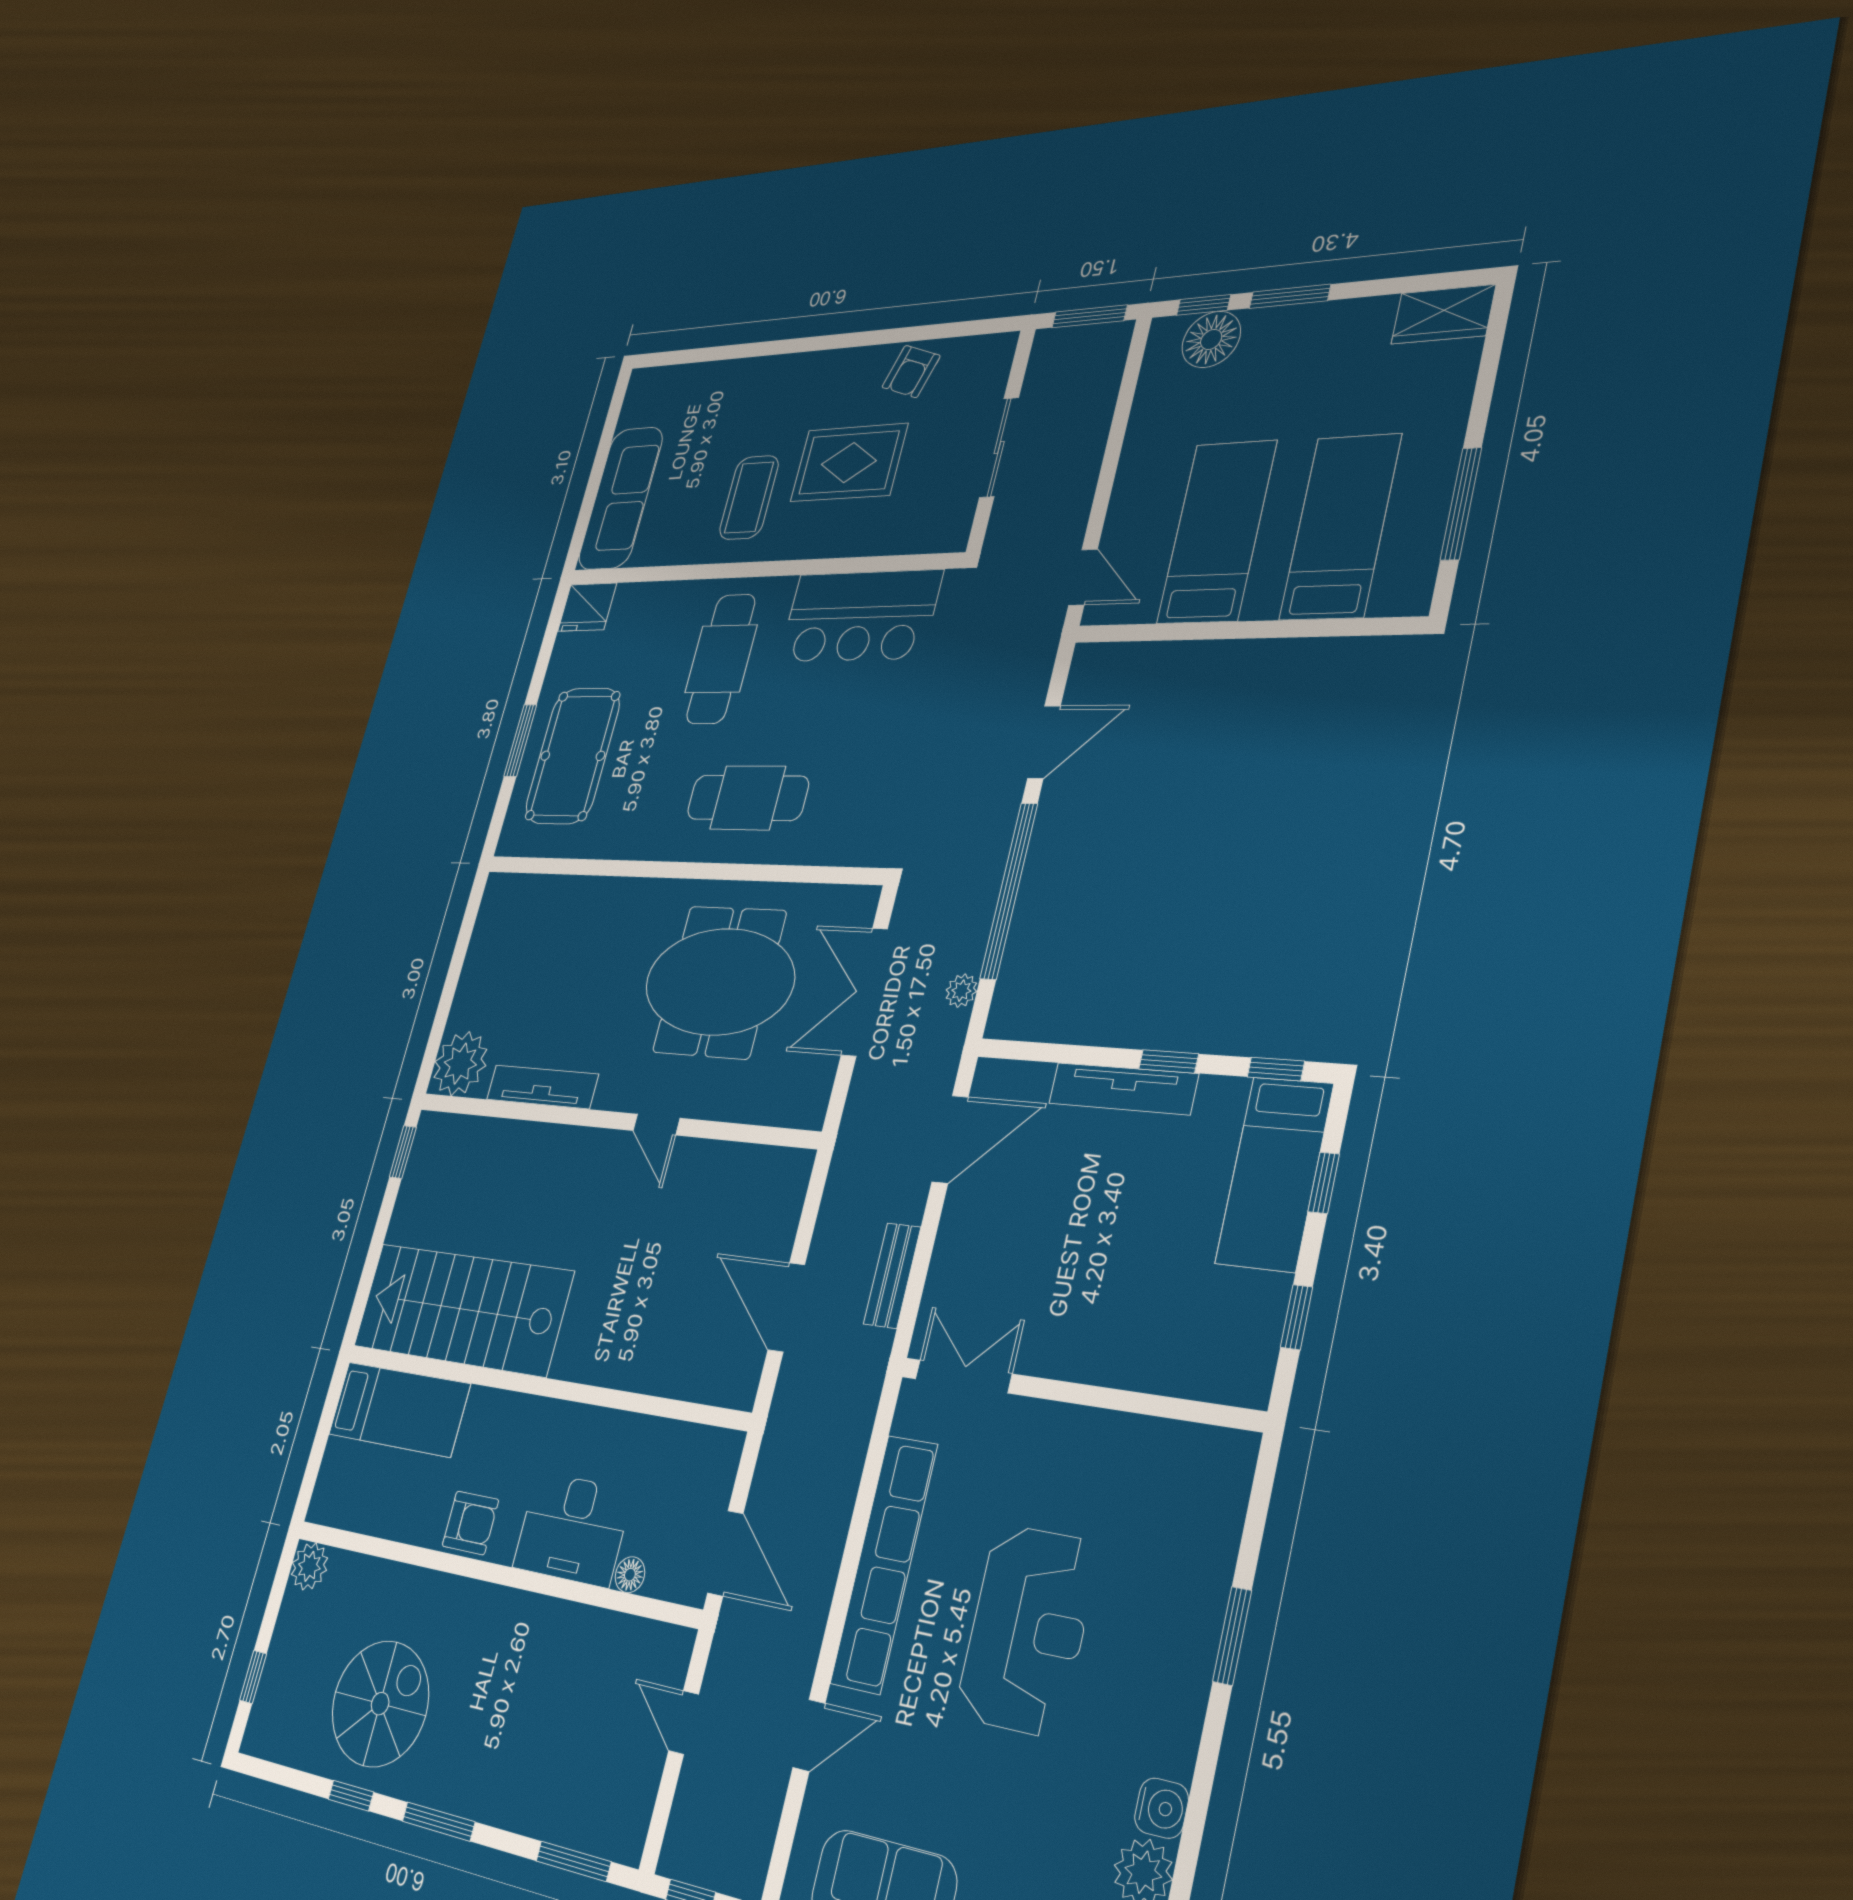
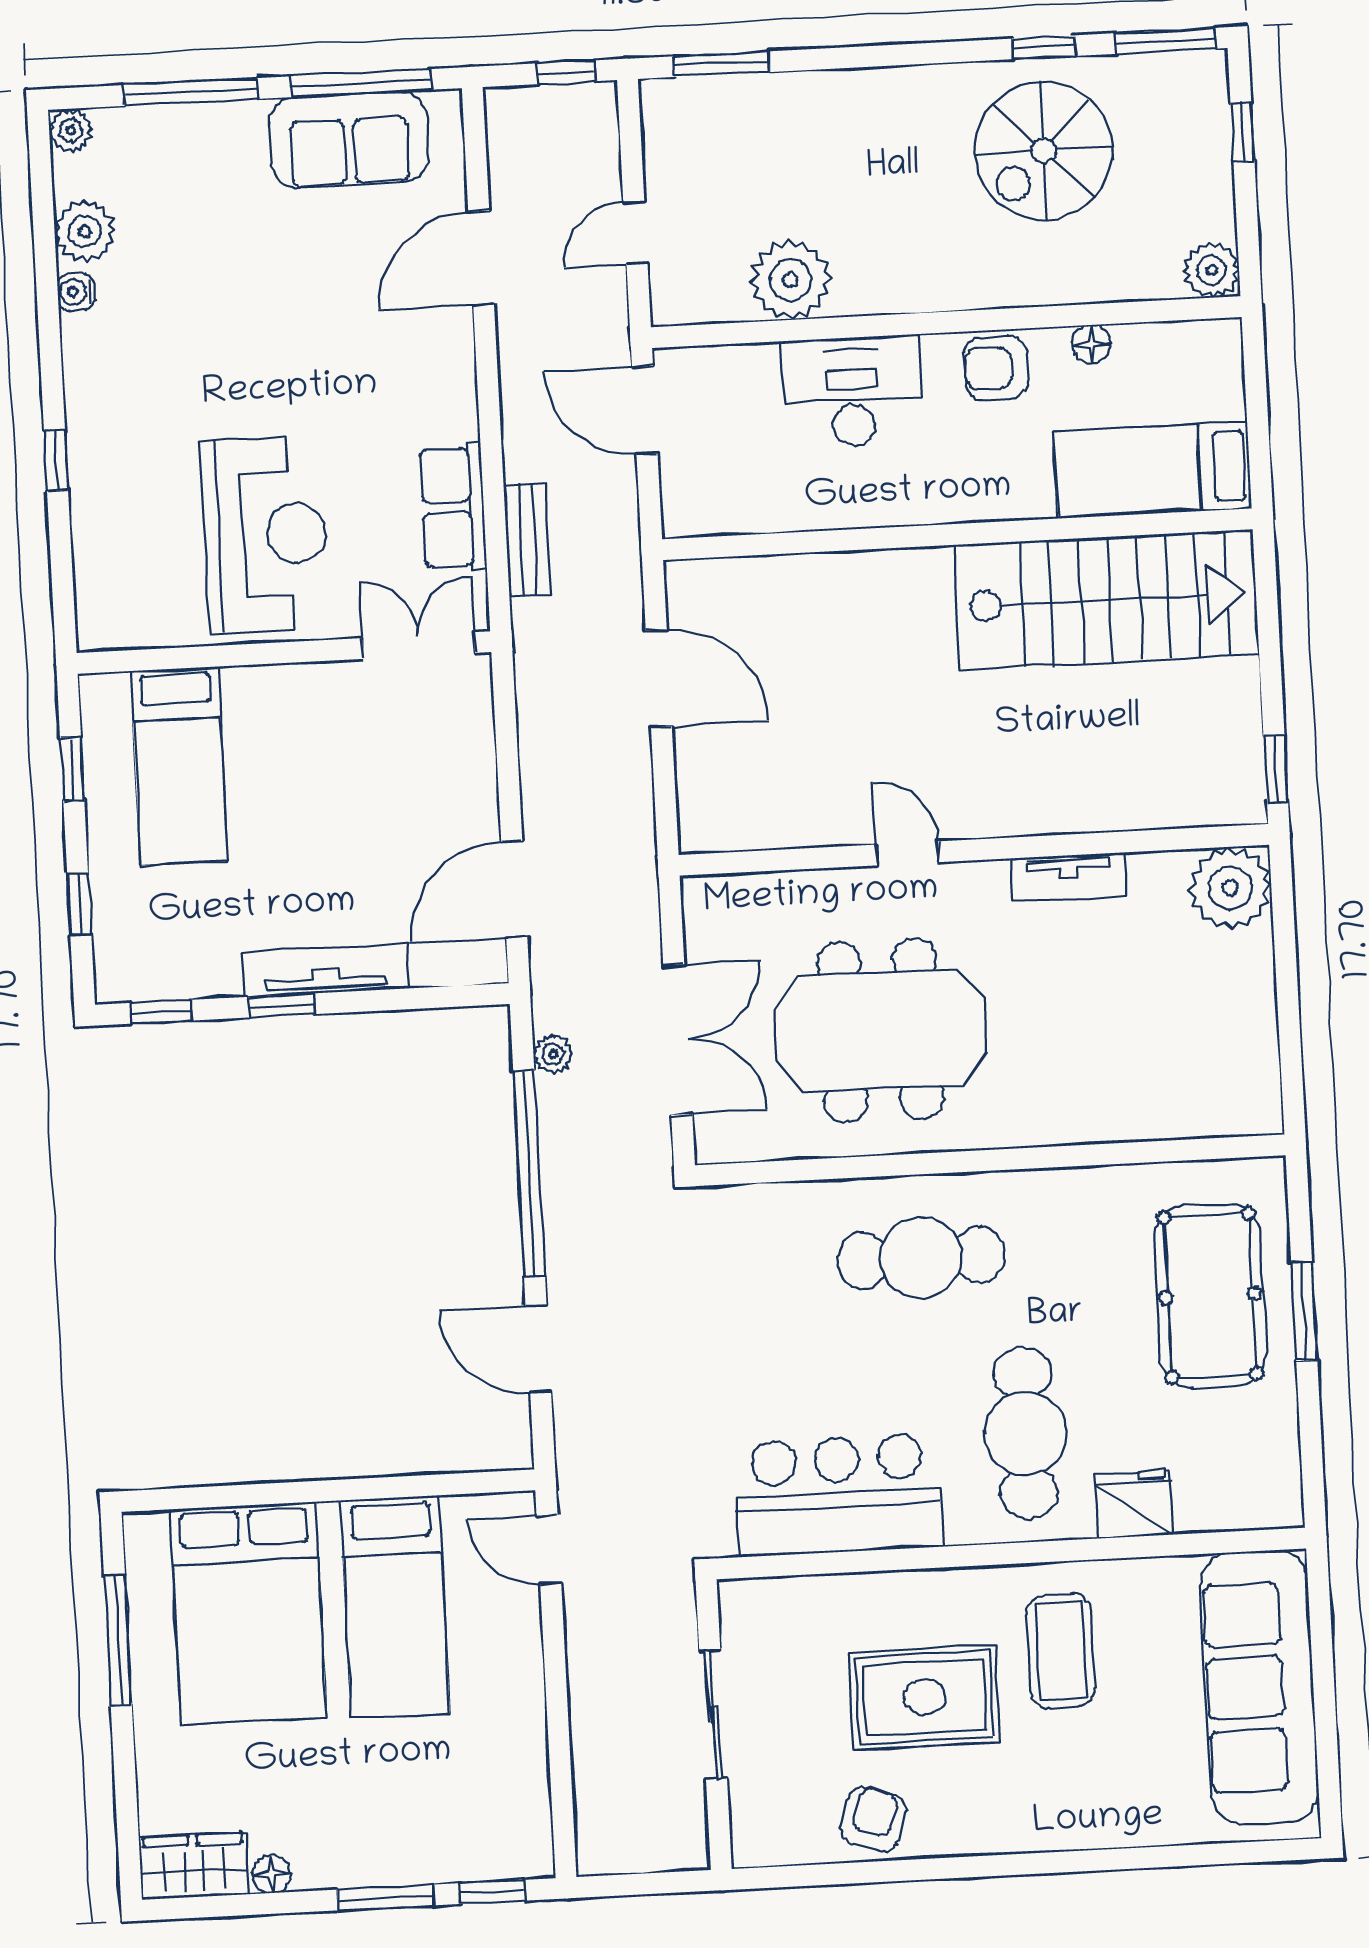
window: (1089, 316) -> (641, 1884), removed
floor lamp: (1211, 339) -> (271, 1874), moved, width x0.53, depth x0.53
sofa: (621, 498) -> (1259, 1687), width x1.36, depth x1.27
bed: (1341, 527) -> (248, 1613), width x1.50
fridge: (587, 607) -> (1134, 1504), moved
door: (1044, 742) -> (538, 1349), hinge flipped
tv unit: (542, 1087) -> (1069, 877), width x0.71
bed: (1274, 1174) -> (179, 766), moved, turned 180
bench: (892, 1276) -> (528, 540), moved
double door: (963, 1376) -> (419, 645), swing flipped
row of seats: (884, 1563) -> (453, 507), width x0.50
floor lamp: (630, 1575) -> (1091, 344), moved
reception desk: (1028, 1630) -> (265, 535), moved, turned 180
window: (1232, 1636) -> (56, 461), width x0.67
plant: (585, 1643) -> (790, 280), added
door: (684, 1722) -> (635, 232), swing flipped
door: (809, 1735) -> (481, 258), width x1.38
water cooler: (1161, 1808) -> (76, 292), width x0.72, depth x0.72
window: (438, 1822) -> (1166, 41), moved

